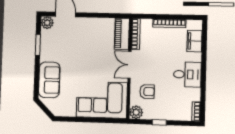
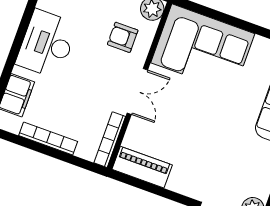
piano: (122, 34) -> (142, 167), moved, turned -90
desk: (187, 74) -> (47, 44), width x1.37

